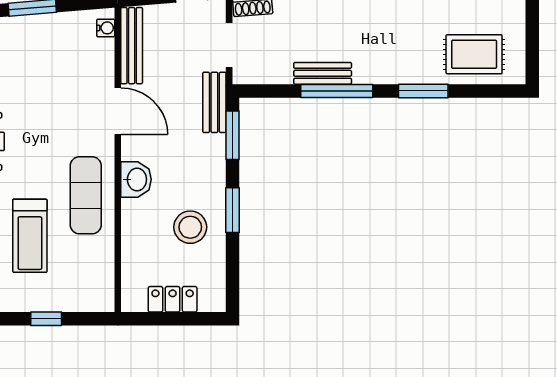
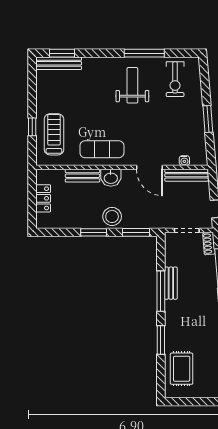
water cooler: (106, 28) -> (184, 161), moved
bench: (214, 102) -> (82, 176), moved
door: (118, 111) -> (149, 167), hinge flipped
stool: (190, 227) -> (112, 216), moved
treadmill: (30, 236) -> (54, 134), moved, turned 90

